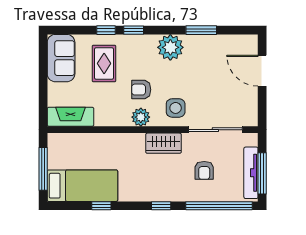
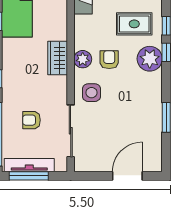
plant: (170, 47) -> (150, 59), moved
wardrobe: (163, 143) -> (58, 58), moved

